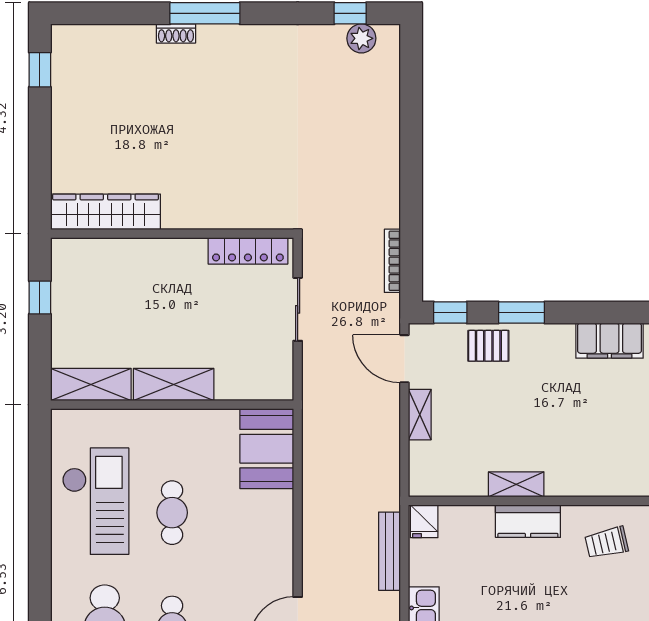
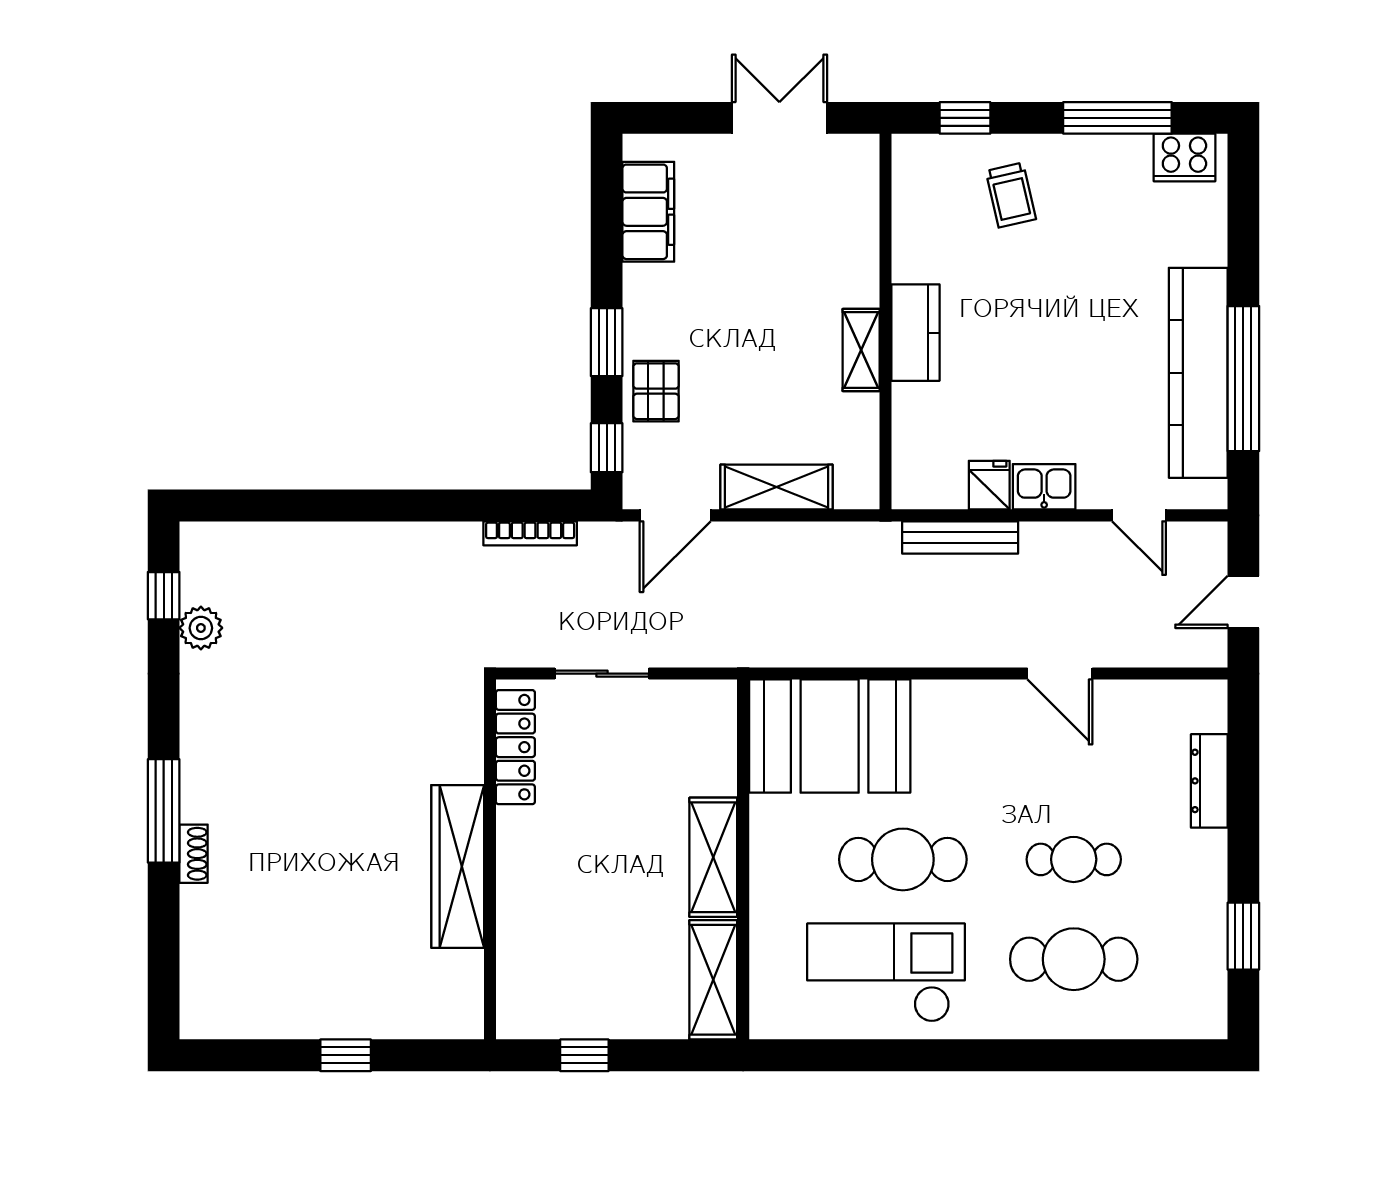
plant: (361, 38) -> (201, 628), moved
window: (40, 70) -> (346, 1055), moved
wardrobe: (106, 212) -> (458, 866), moved
shelving: (420, 415) -> (777, 487), width x1.50, depth x1.33
booth: (267, 449) -> (830, 736), width x1.36, depth x1.42
cafe table: (172, 513) -> (903, 859), width x1.37, depth x1.35
fridge: (424, 521) -> (989, 485), moved, turned -90
trolley: (607, 543) -> (1011, 195), moved

